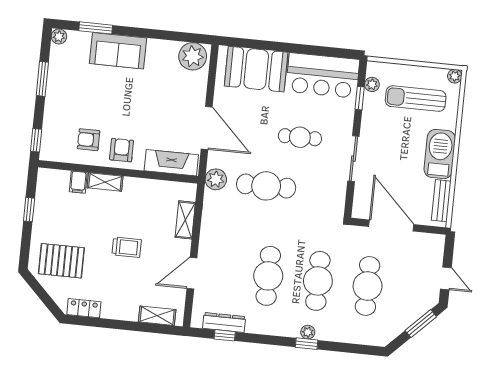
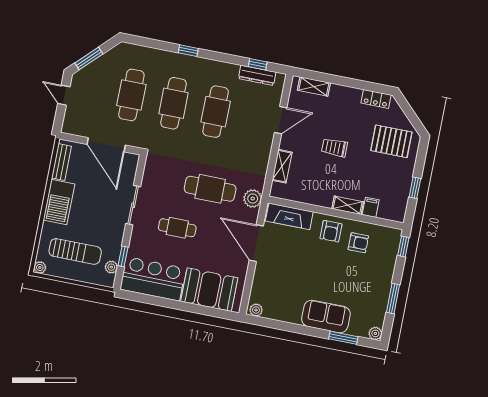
plant: (193, 56) -> (256, 310), width x0.53, depth x0.53
plant: (308, 332) -> (186, 60), removed

